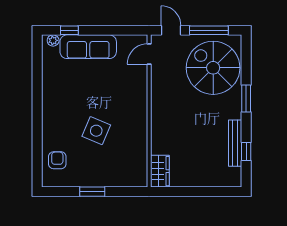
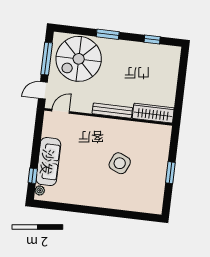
door: (149, 54) -> (61, 111), swing flipped
bench: (235, 143) -> (112, 111), moved
armchair: (57, 160) -> (141, 199), removed
wardrobe: (160, 171) -> (153, 113), width x1.50

